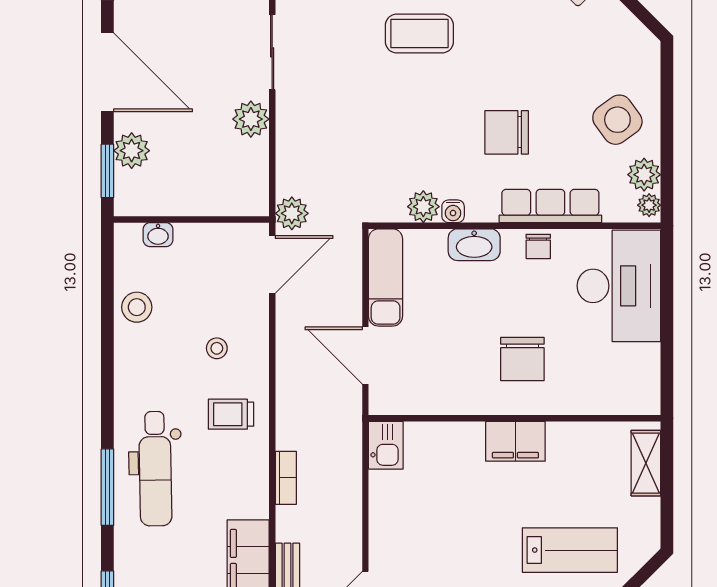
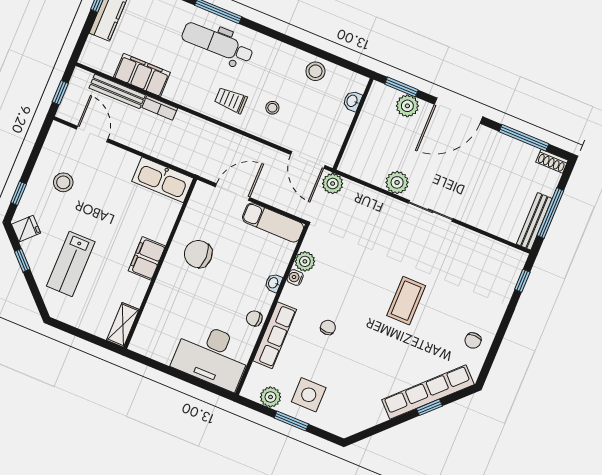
side table: (617, 120) -> (309, 395), turned 36
window: (667, 129) -> (291, 421), added
chair: (507, 132) -> (328, 327), width x0.54, depth x0.54
plant: (649, 205) -> (252, 393), removed
washbasin: (474, 245) -> (274, 283), width x0.52, depth x0.69
chair: (522, 359) -> (198, 254), moved
trolley: (231, 414) -> (231, 100), turned -90
kitchen sink: (386, 445) -> (163, 180), width x1.87, depth x1.24
shelving: (646, 463) -> (123, 325), moved, turned 90
bookcase: (286, 478) -> (160, 108), moved

